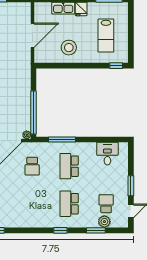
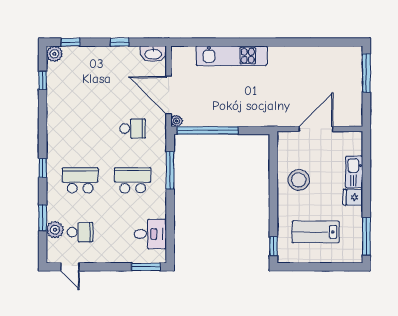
door: (32, 35) -> (316, 129), swing flipped
school desk: (32, 166) -> (133, 129), turned 180
window: (131, 186) -> (146, 267), moved

